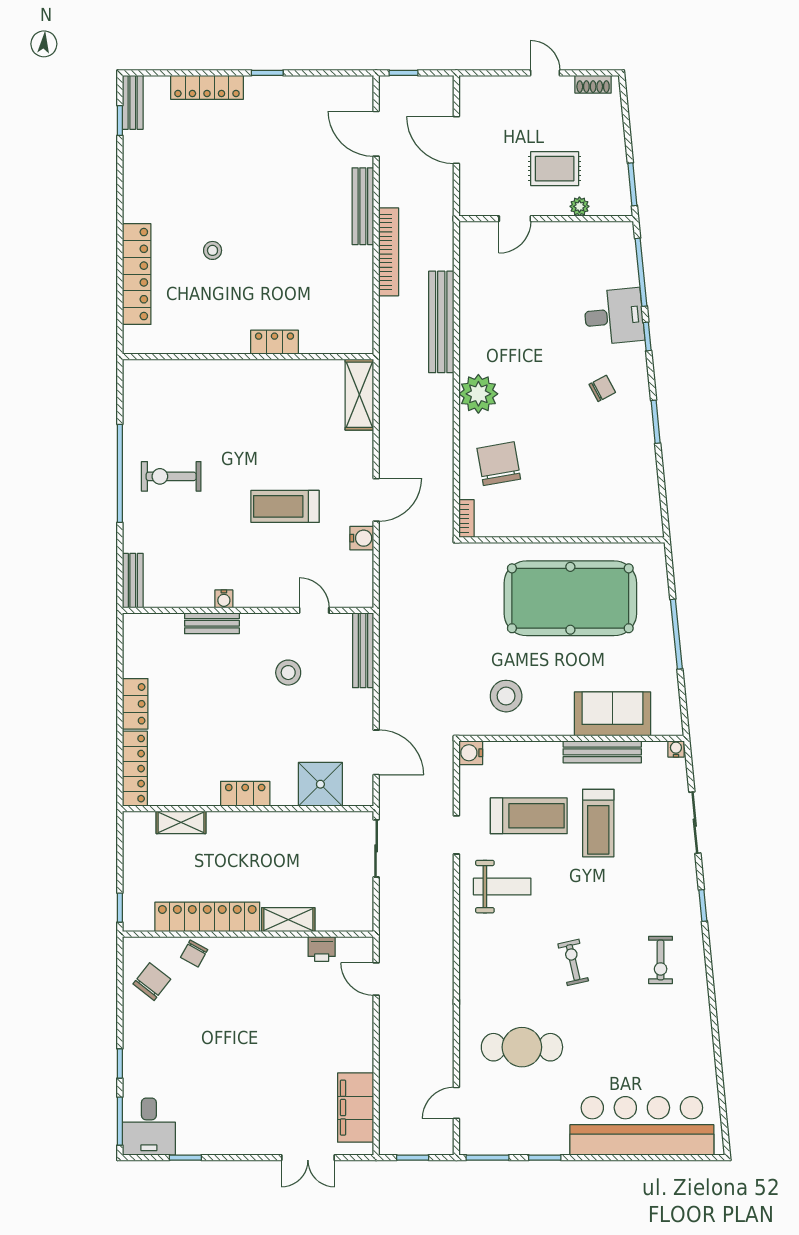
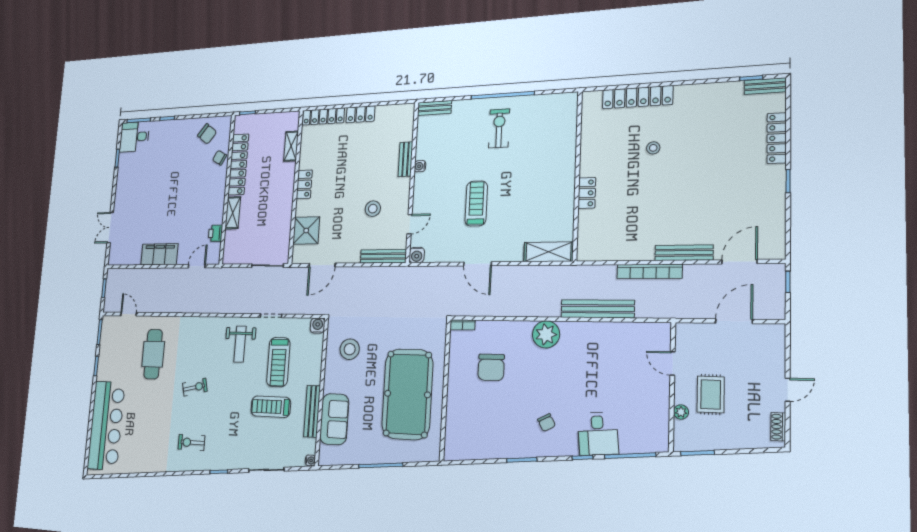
chair: (499, 464) -> (491, 367), moved, turned 100
water cooler: (362, 538) -> (417, 255), moved
filing cabinet: (356, 1108) -> (159, 254), moved

